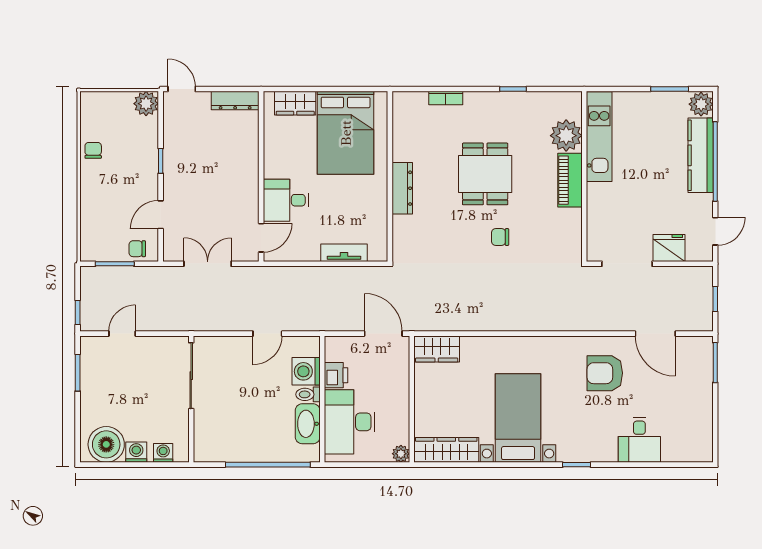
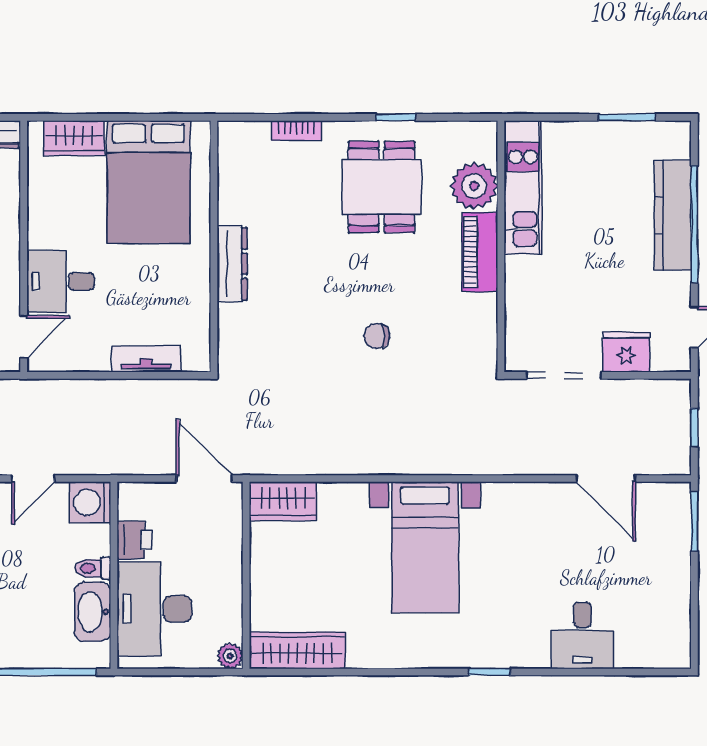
plant: (701, 104) -> (673, 140), removed
dining table: (485, 174) -> (382, 187), moved
washing machine: (306, 371) -> (90, 502), moved
armchair: (605, 373) -> (531, 537), removed
bed with nightstands: (518, 418) -> (425, 547), moved, turned 180

